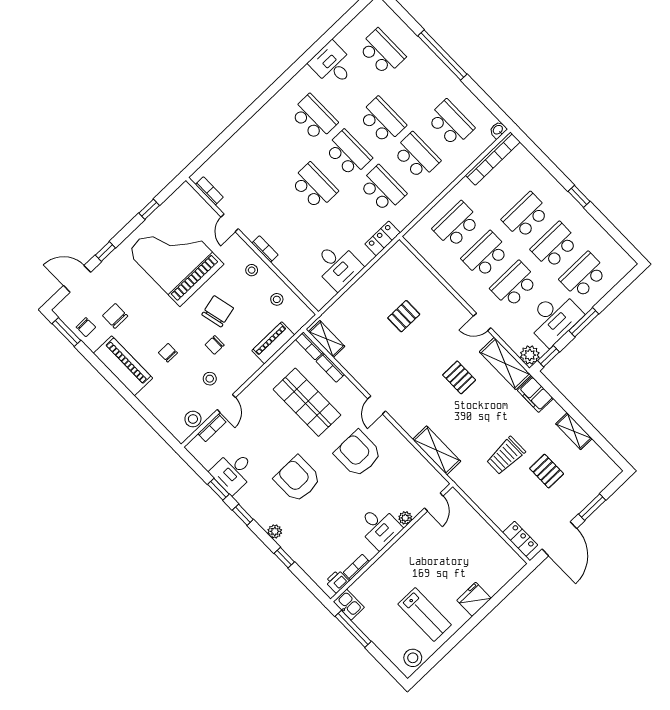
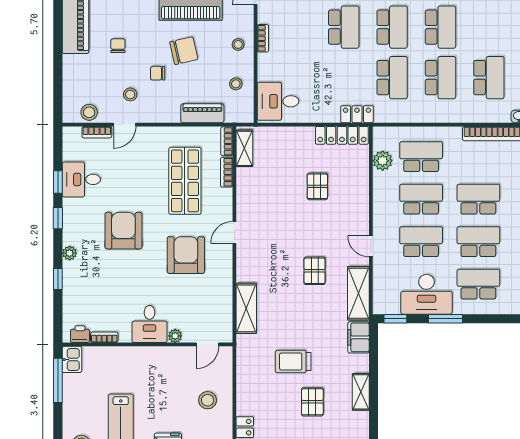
locker: (386, 264) -> (342, 135), added
desk: (338, 266) -> (278, 101), moved, turned 90
pallet: (404, 316) -> (317, 186), turned 90
plant: (530, 355) -> (383, 161), moved
stool: (472, 541) -> (208, 400), added

